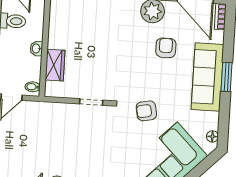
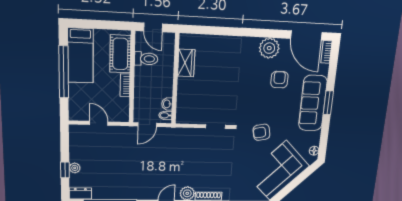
washbasin: (36, 48) -> (167, 104), moved
wardrobe: (55, 65) -> (186, 63), moved

